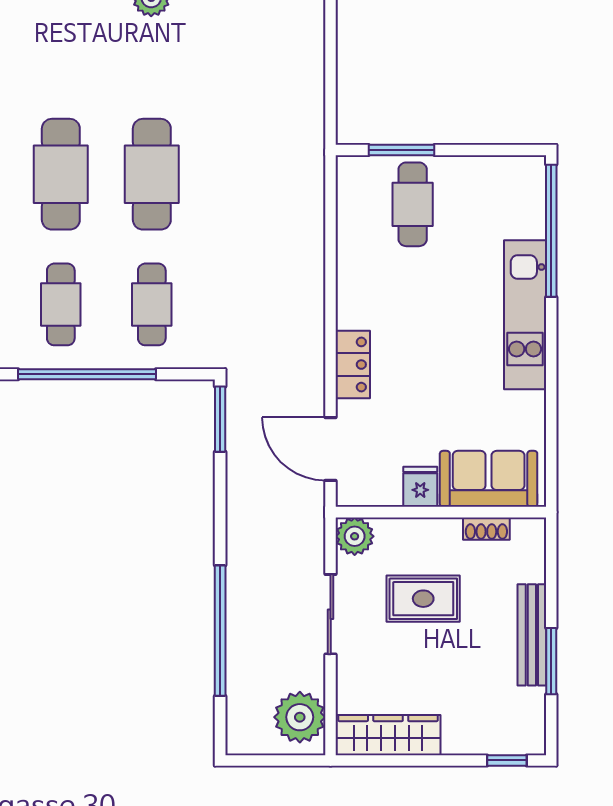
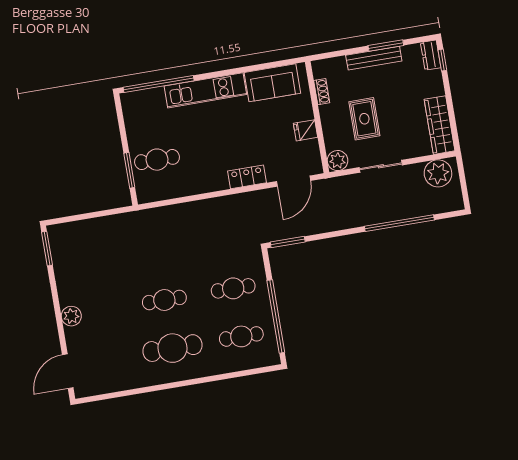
cafe table: (152, 174) -> (164, 300), width x0.73, depth x0.74
sofa: (489, 479) -> (272, 83), moved, turned -90
dresser: (520, 740) -> (431, 55), added

